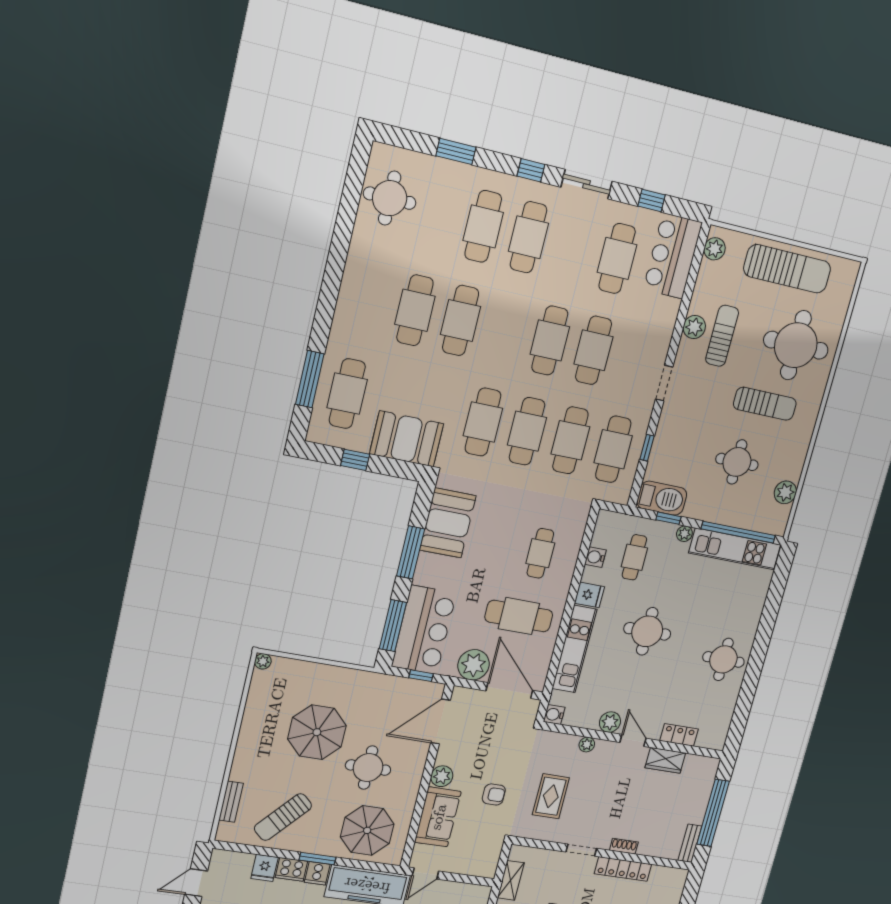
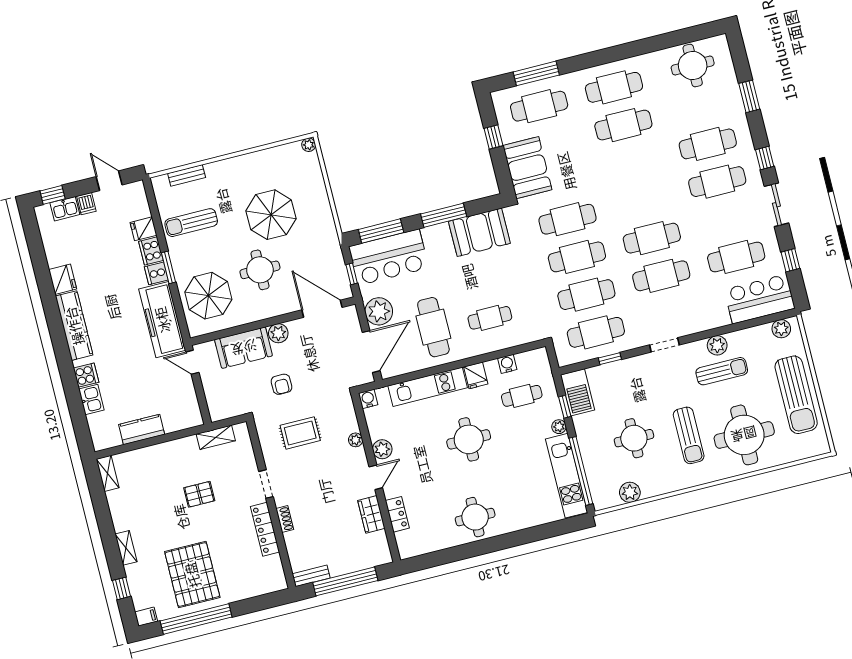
cafe table: (461, 321) -> (614, 87), moved
sun lounger: (283, 817) -> (191, 223), turned -42

